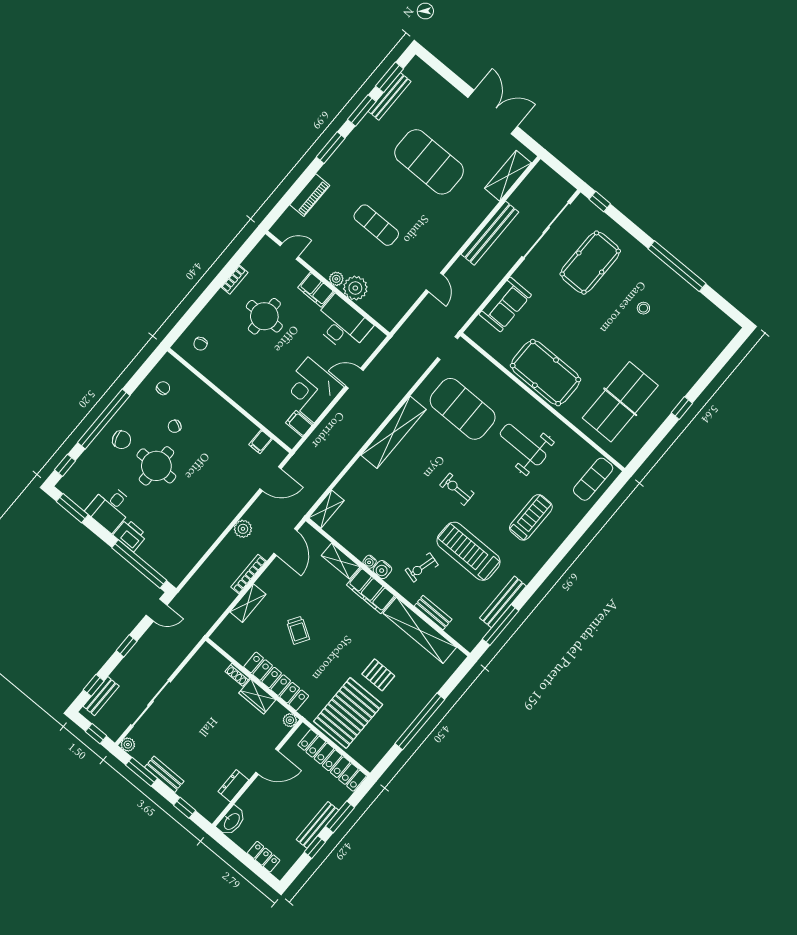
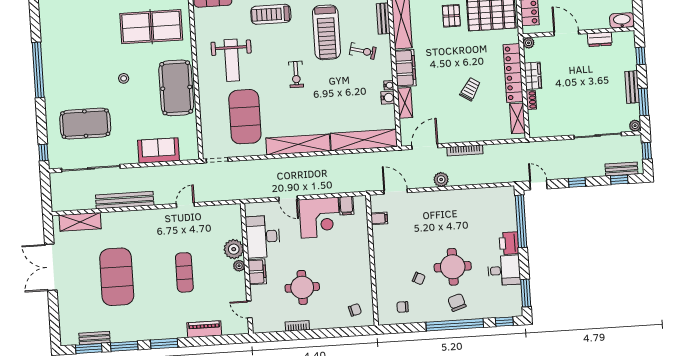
bench: (390, 96) -> (95, 338), width x0.73
stool: (643, 308) -> (124, 78), moved
shelving: (326, 509) -> (364, 140), width x2.20, depth x1.33
water cooler: (382, 570) -> (388, 98), moved
shelving: (248, 603) -> (518, 118), moved, turned 90

